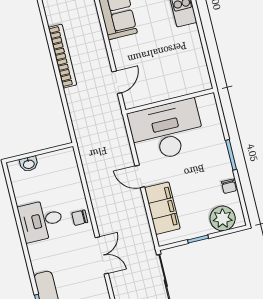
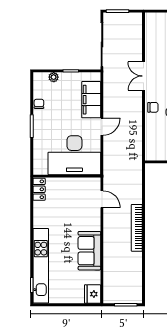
locker: (202, 75) -> (39, 189), added
door: (117, 82) -> (102, 199), swing flipped
door: (140, 176) -> (102, 127), hinge flipped
plant: (223, 218) -> (54, 77), width x0.53, depth x0.53

